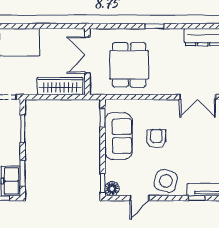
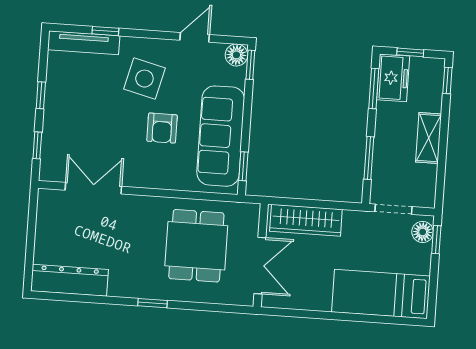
sofa: (118, 136) -> (221, 136), width x1.36
side table: (166, 181) -> (144, 79), moved

